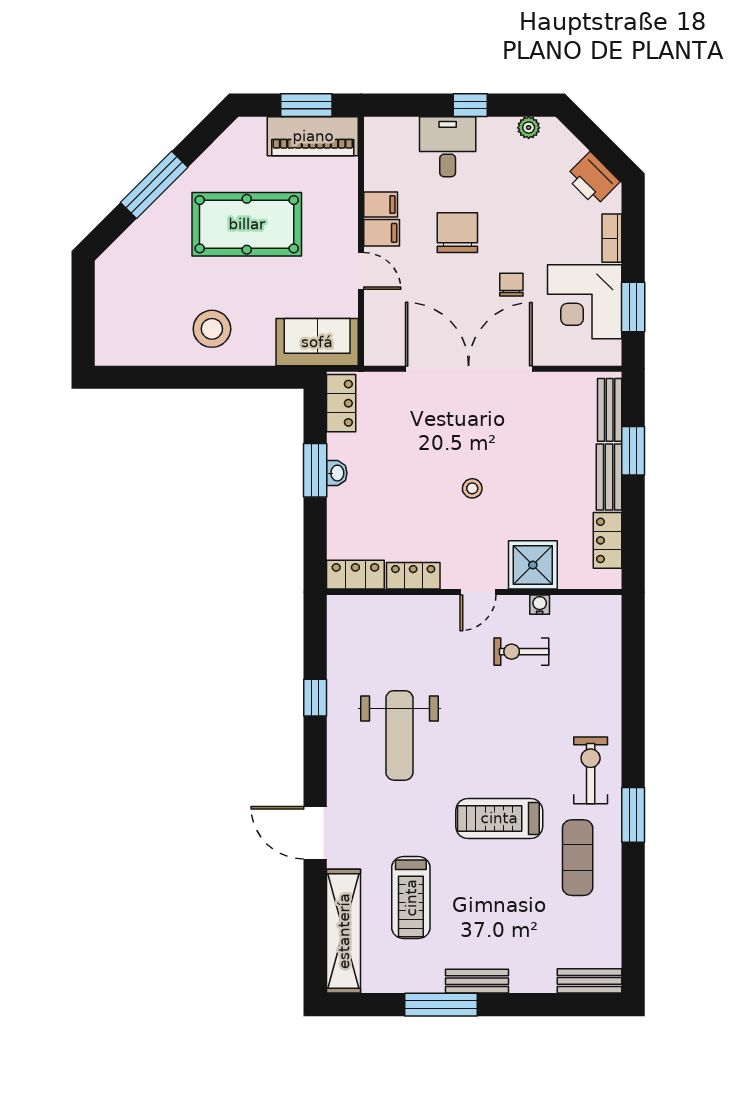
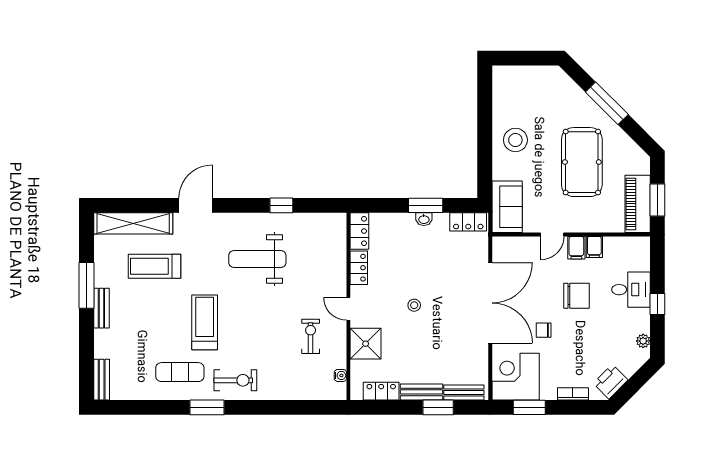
chair: (511, 285) -> (544, 330), turned 180
corner desk: (585, 302) -> (516, 377), moved
water cooler: (540, 605) -> (340, 375), moved

